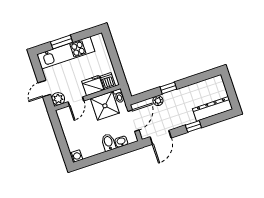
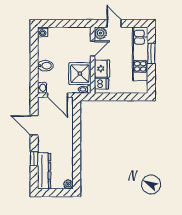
window: (168, 88) -> (77, 137), removed
door: (76, 101) -> (93, 48), swing flipped
plant: (158, 101) -> (68, 184), moved
window: (193, 126) -> (34, 159), moved
door: (161, 137) -> (34, 125), moved
washbasin: (121, 142) -> (42, 88), moved

